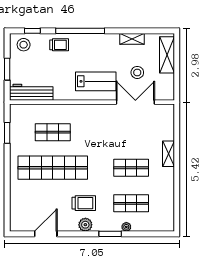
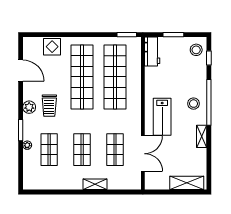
shelving: (132, 39) -> (202, 136), moved
trolley: (59, 45) -> (196, 83), removed
stool: (137, 72) -> (194, 104), moved
workbench: (31, 92) -> (152, 51), width x0.73
shop shelf: (53, 132) -> (115, 77), width x2.00, depth x1.36
shop shelf: (131, 132) -> (115, 150), added
window: (7, 133) -> (127, 35), moved
display table: (20, 200) -> (52, 47), added

